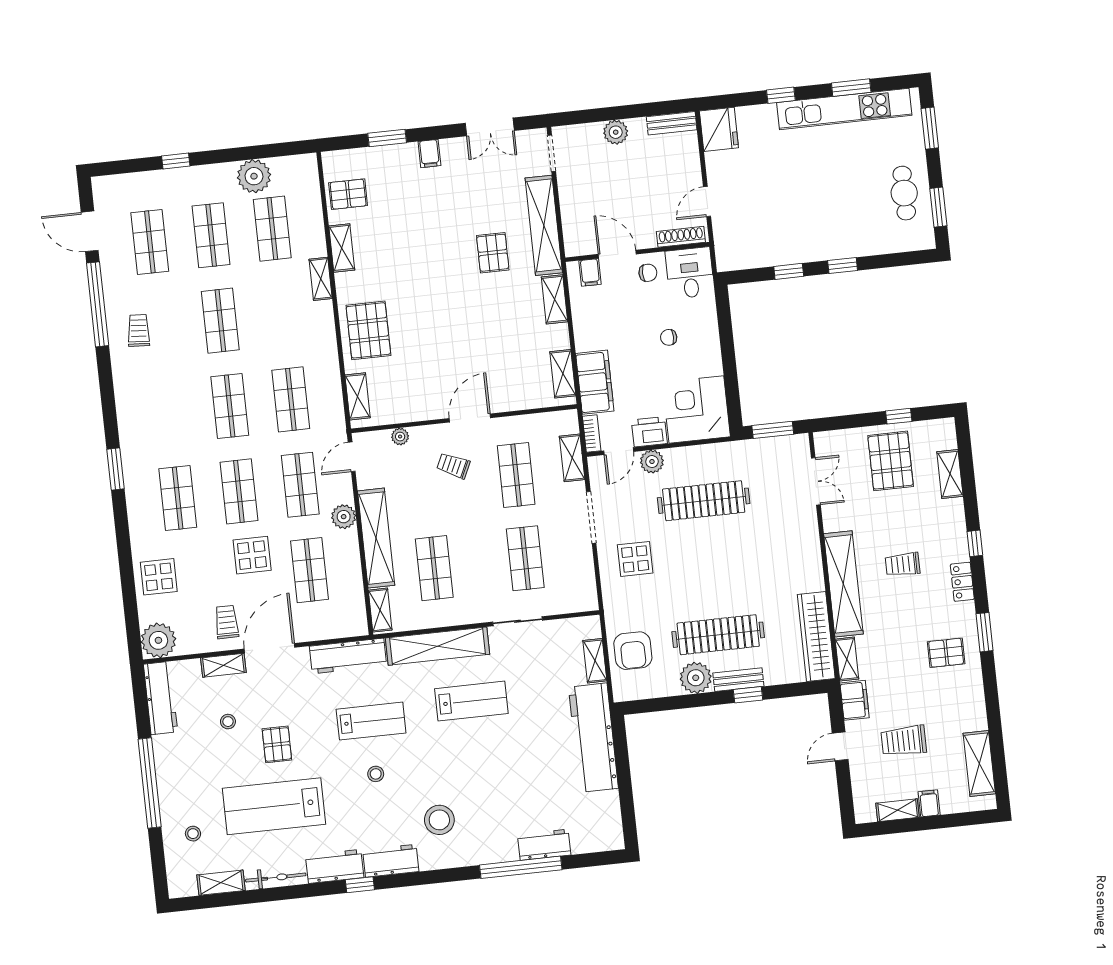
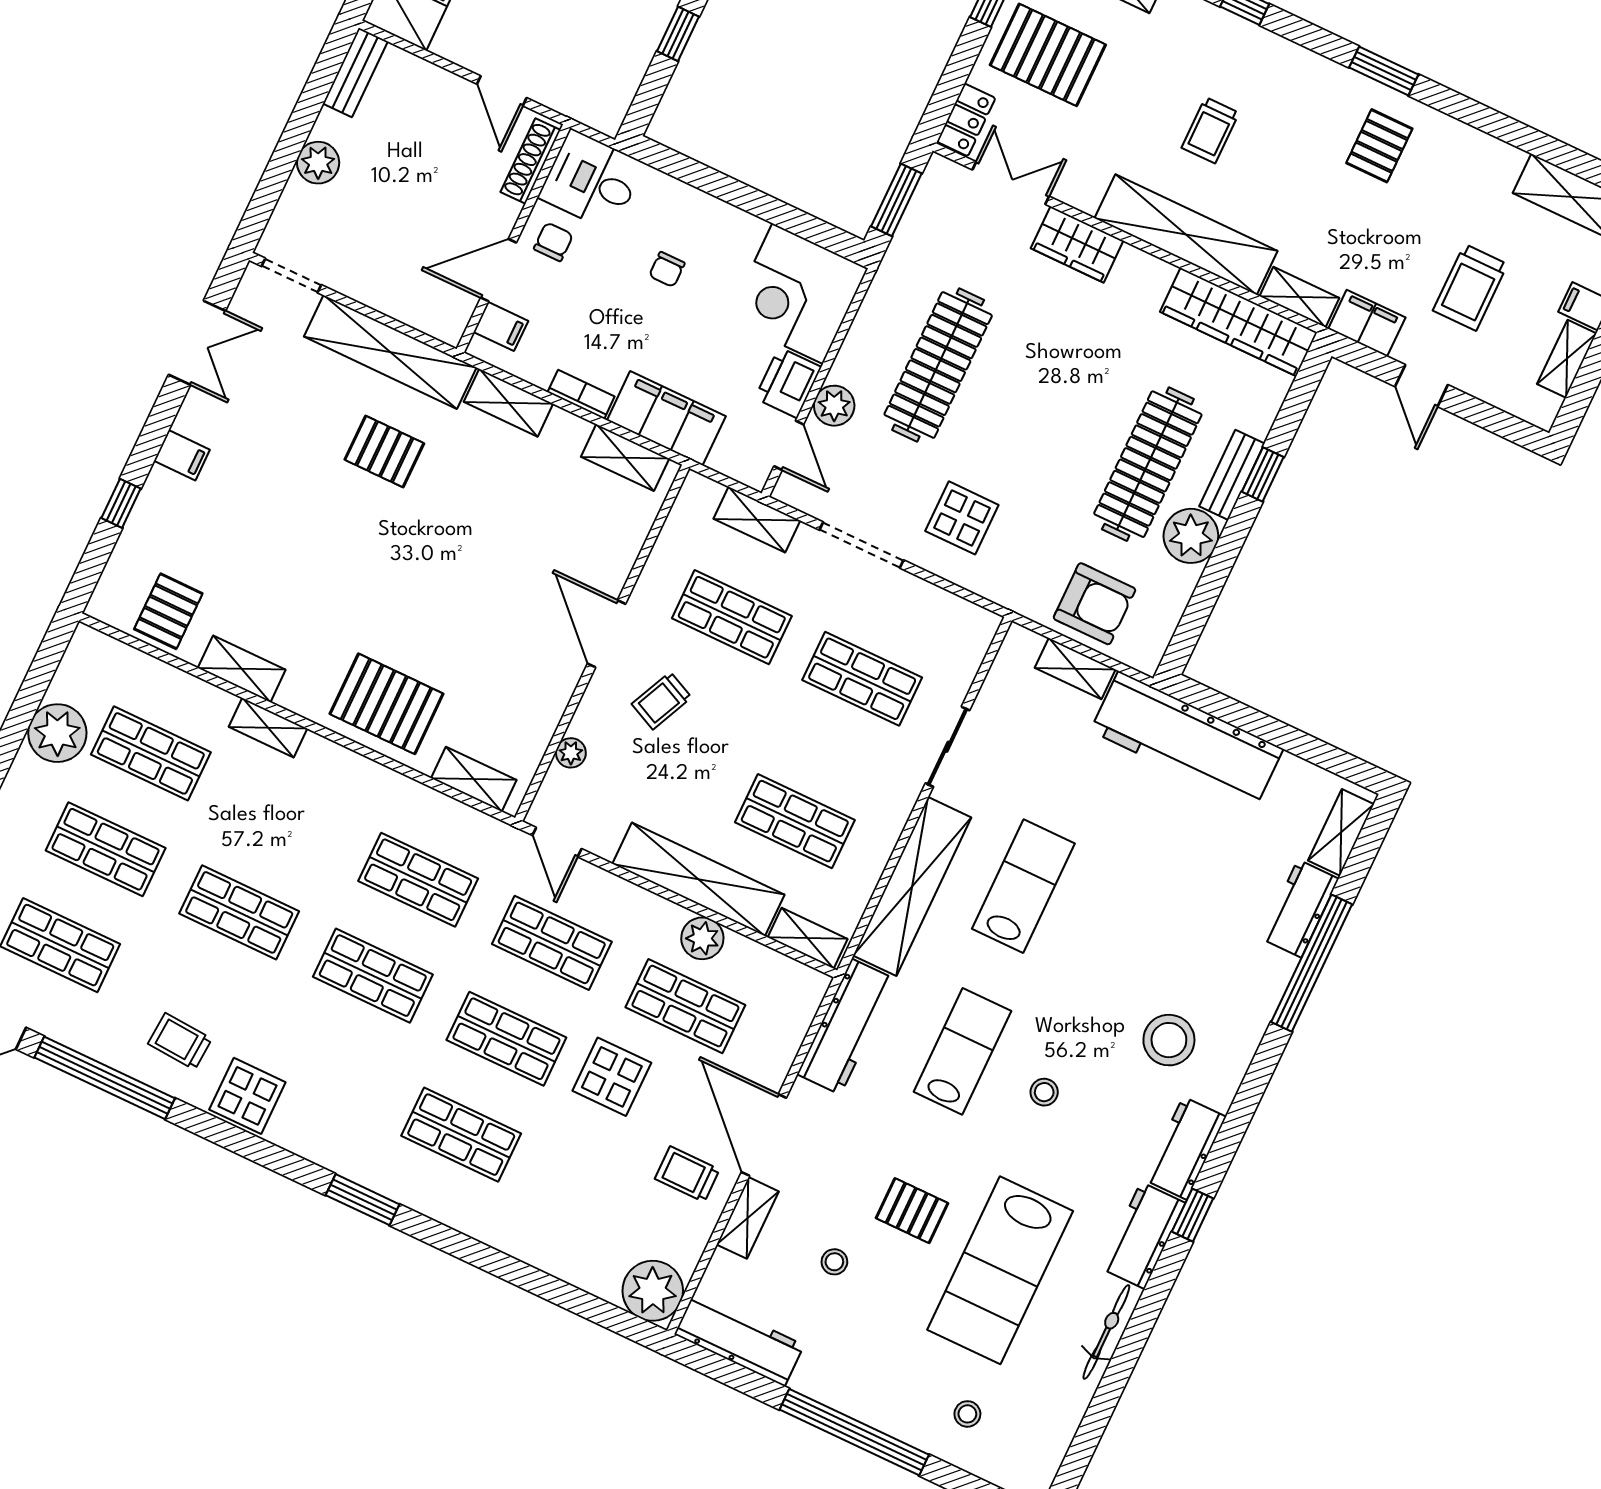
window: (387, 138) -> (121, 503), width x0.67
bookcase: (592, 434) -> (581, 394), moved
plant: (344, 517) -> (702, 938), moved
wardrobe: (806, 533) -> (1077, 244), added
display table: (159, 577) -> (247, 1096), moved
locker: (962, 582) -> (966, 120), moved, turned -90
shelving: (221, 883) -> (1341, 832), moved

